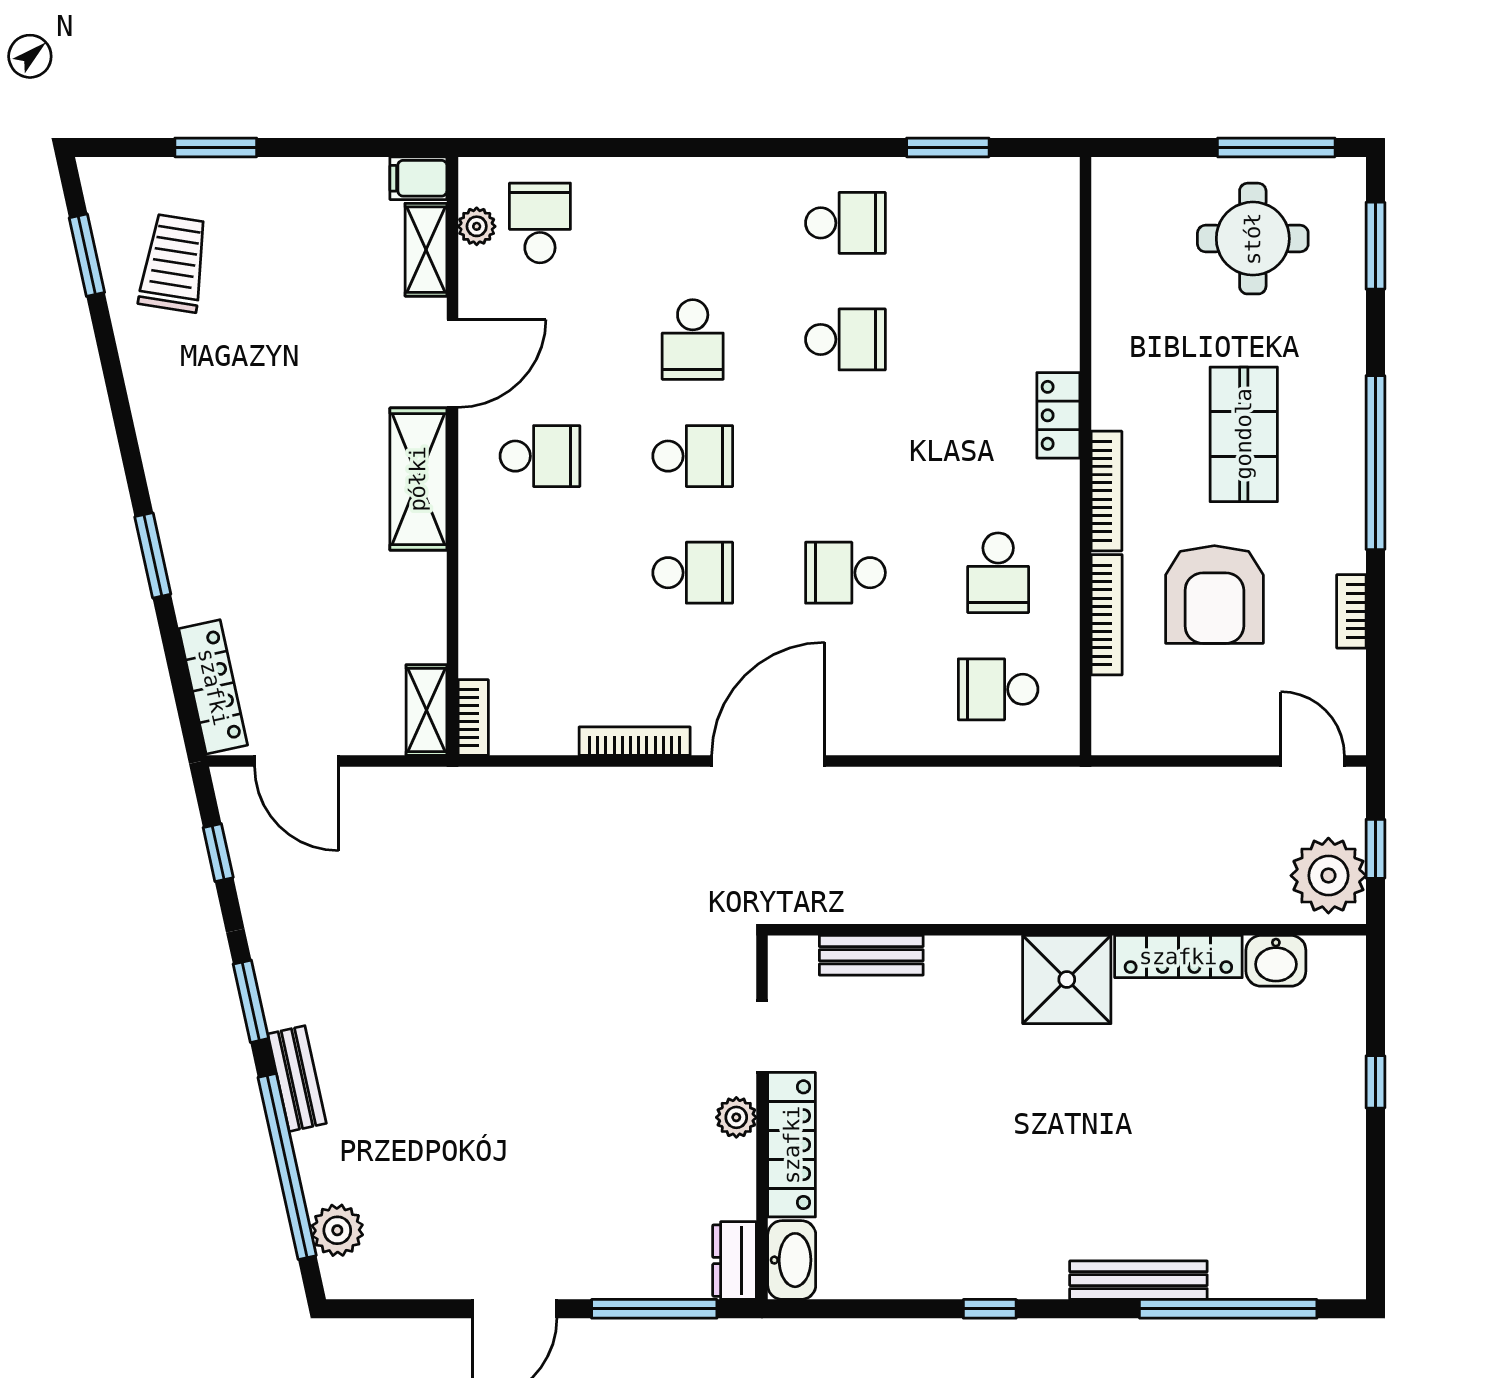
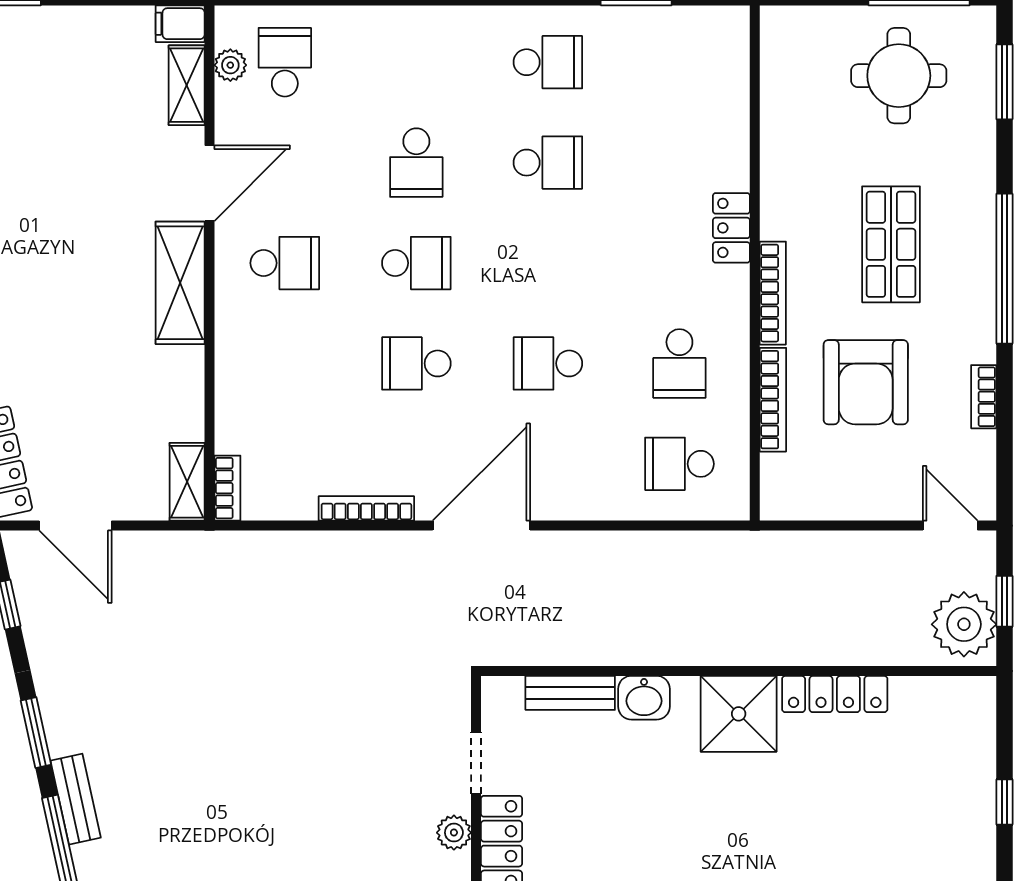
school desk: (693, 573) -> (416, 363), turned 180
washbasin: (1276, 961) -> (644, 698), moved

